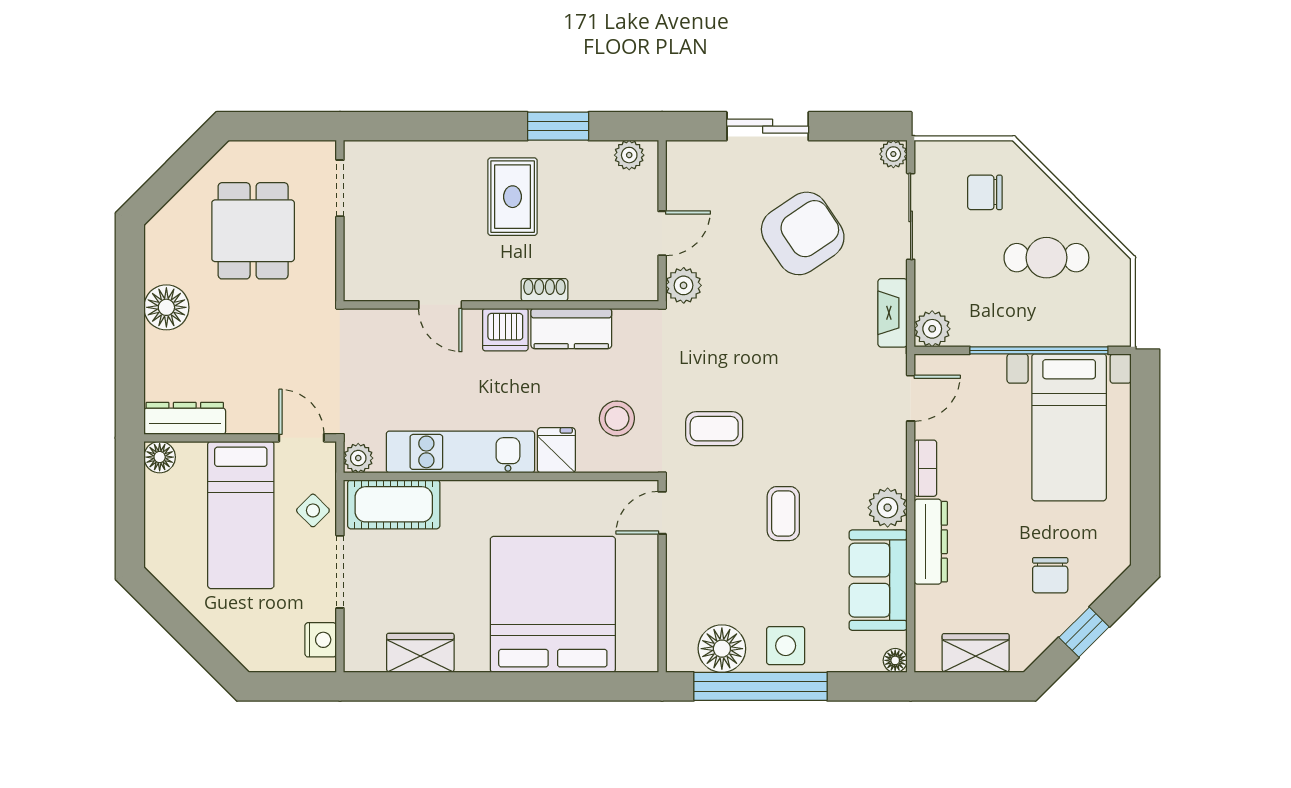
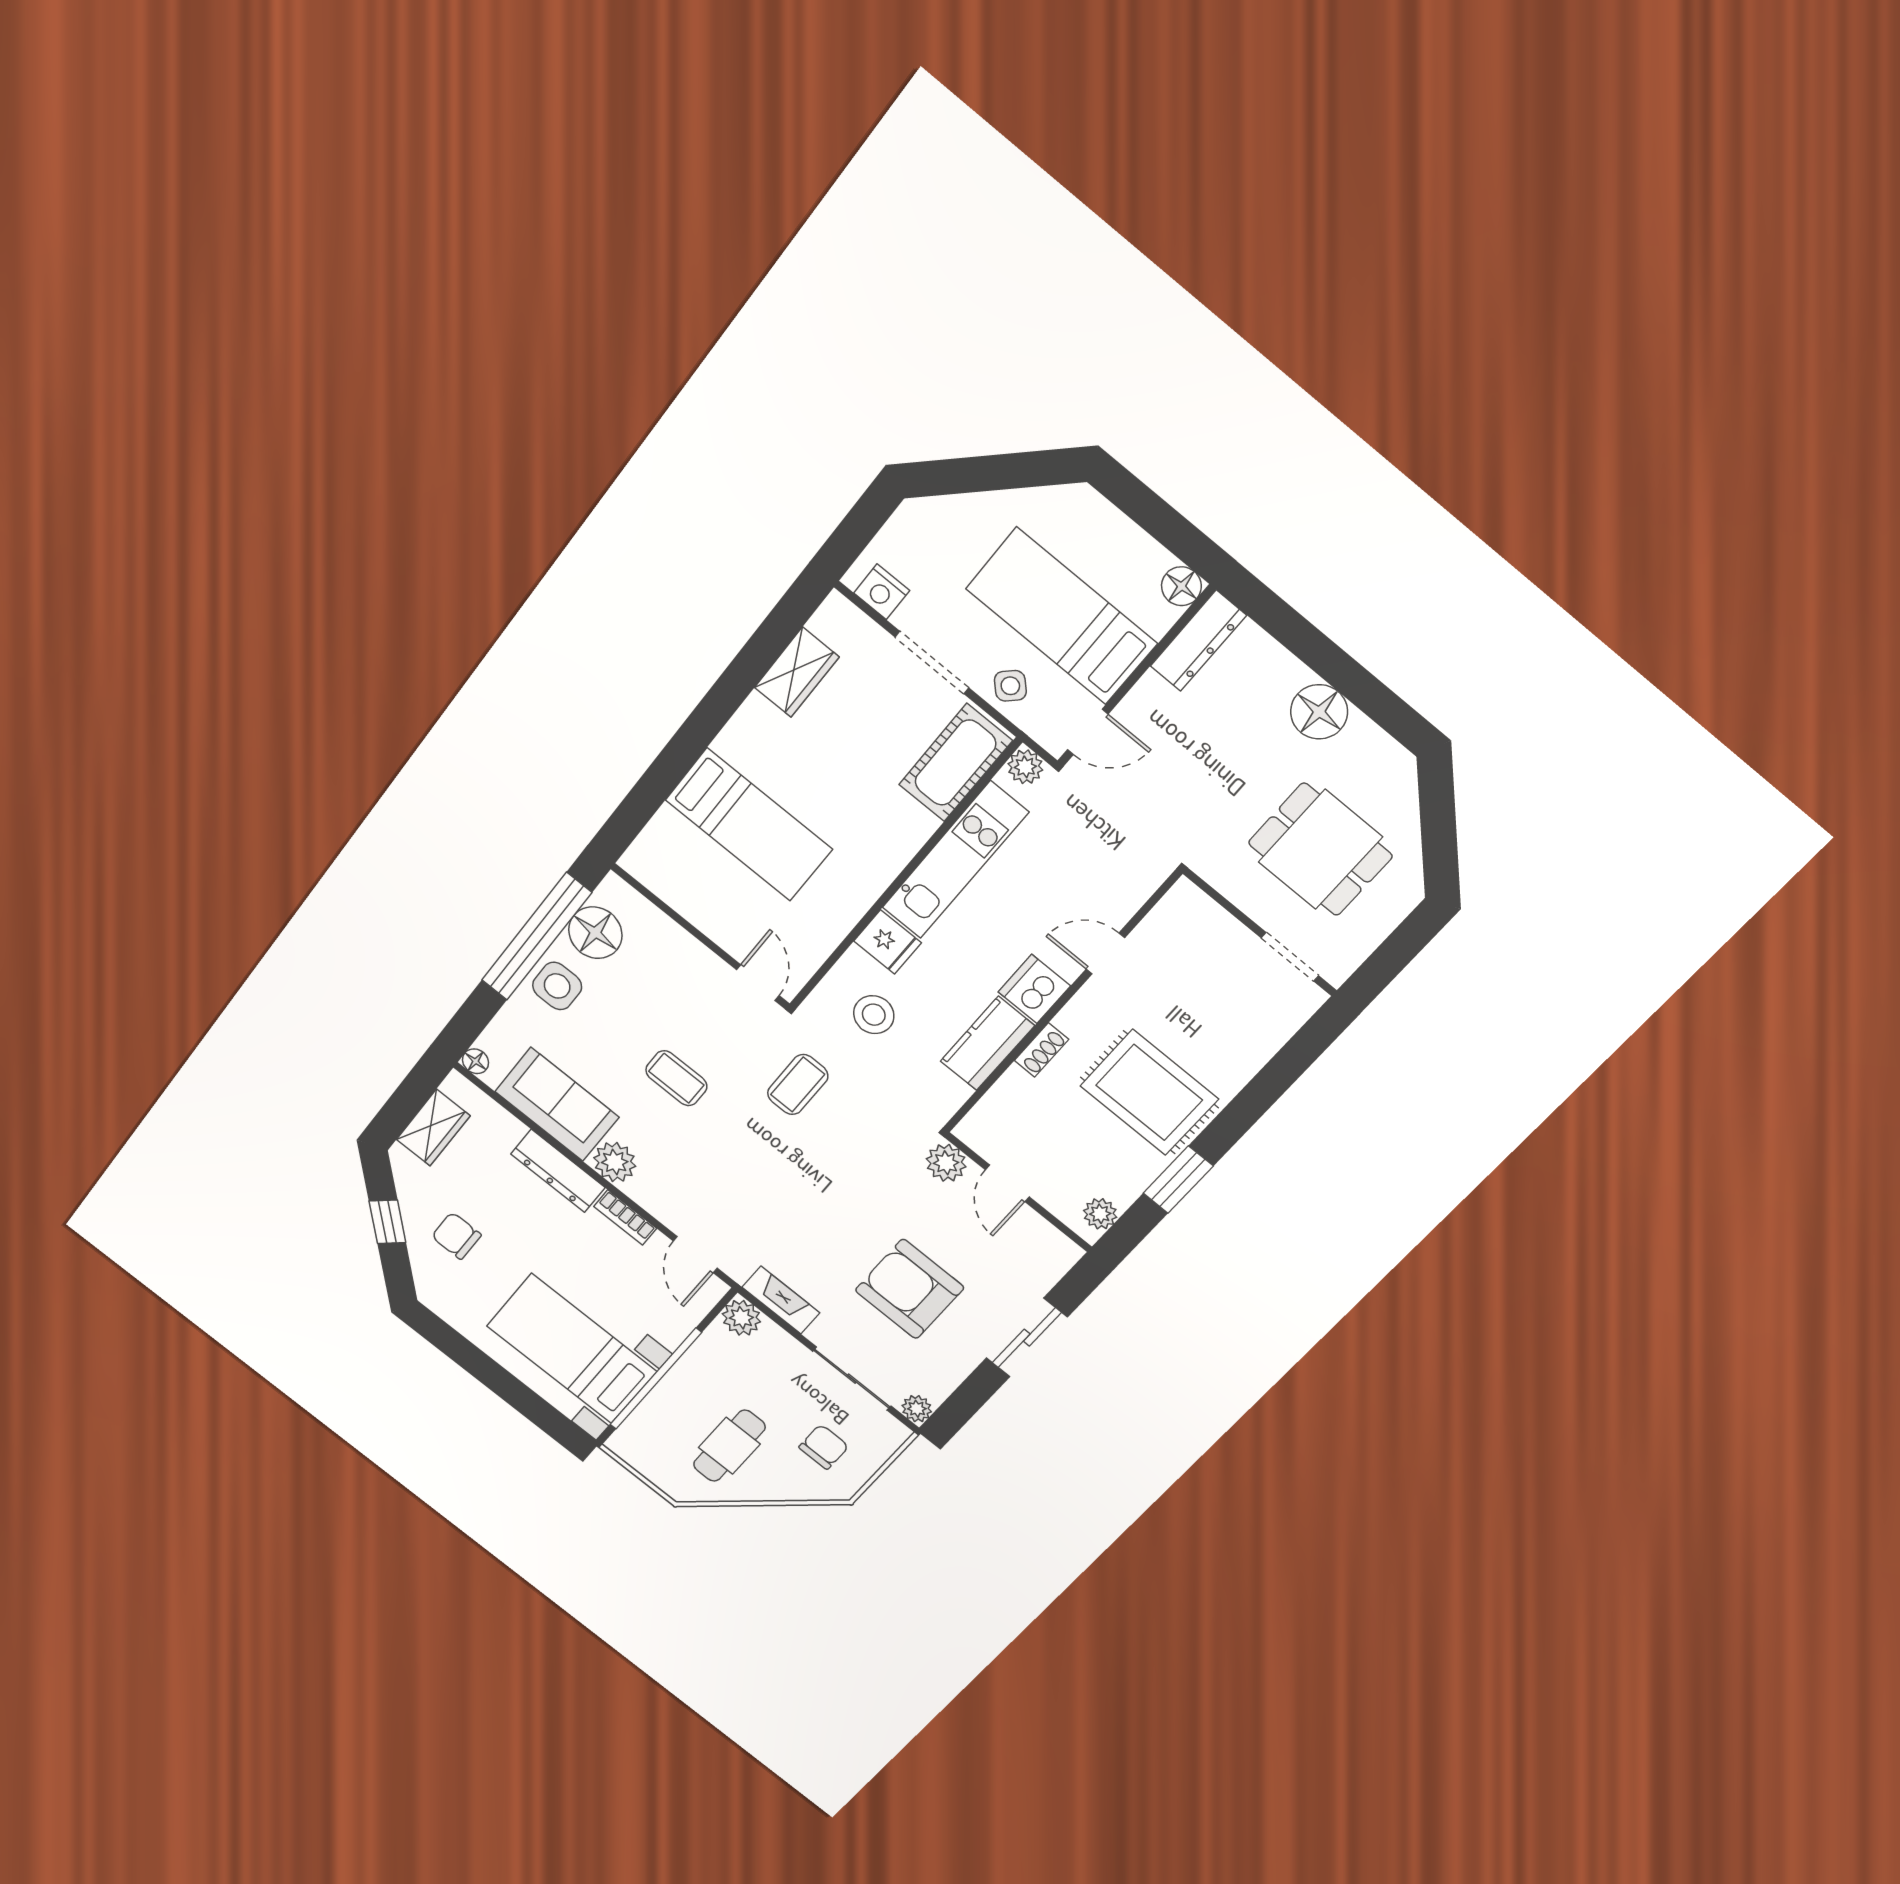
rug: (513, 197) -> (1149, 1092), width x1.36, depth x1.43
armchair: (803, 233) -> (909, 1289), turned 124
bed: (553, 604) -> (749, 825), width x0.49

